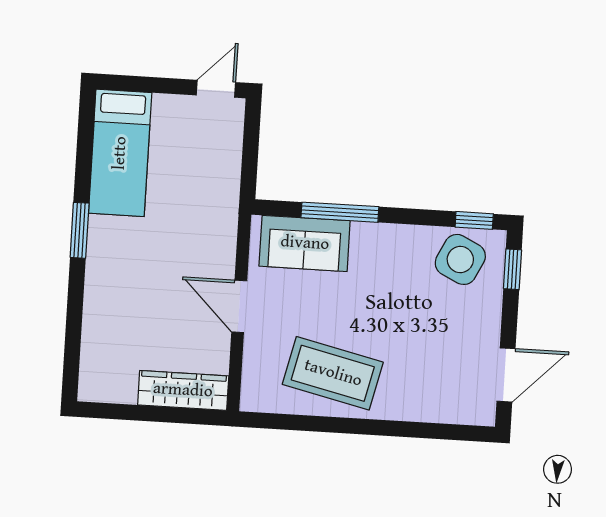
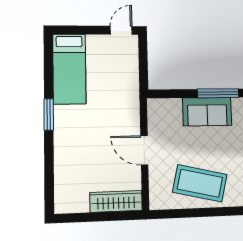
window: (340, 212) -> (218, 93), moved
sofa: (305, 243) -> (207, 112), moved

